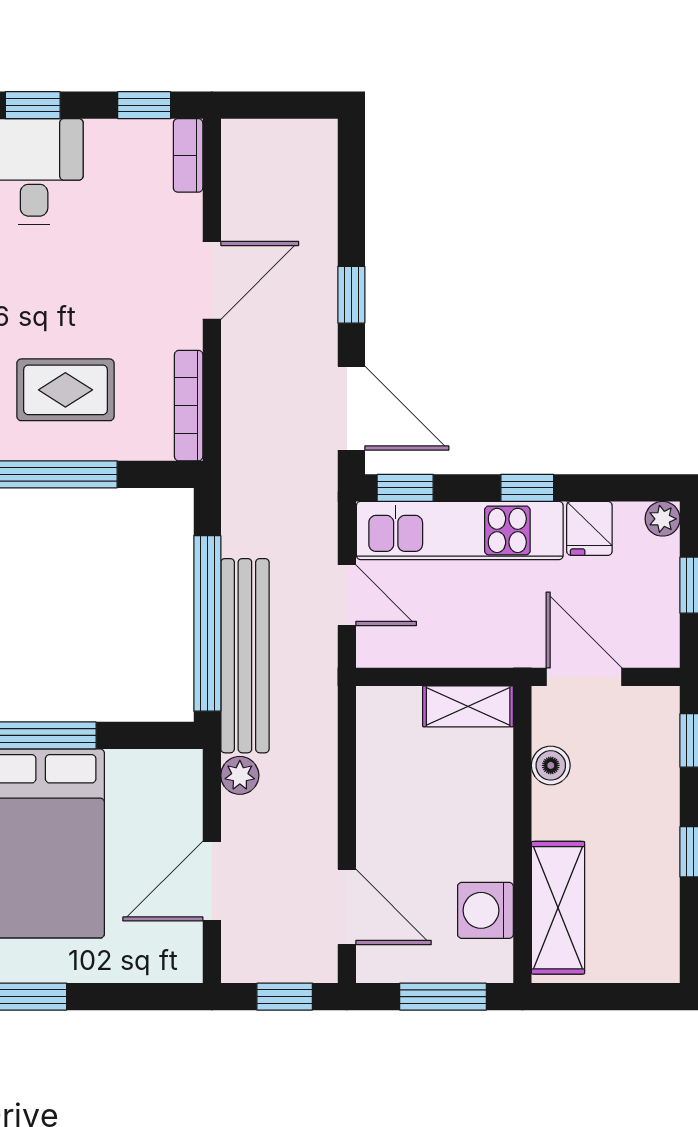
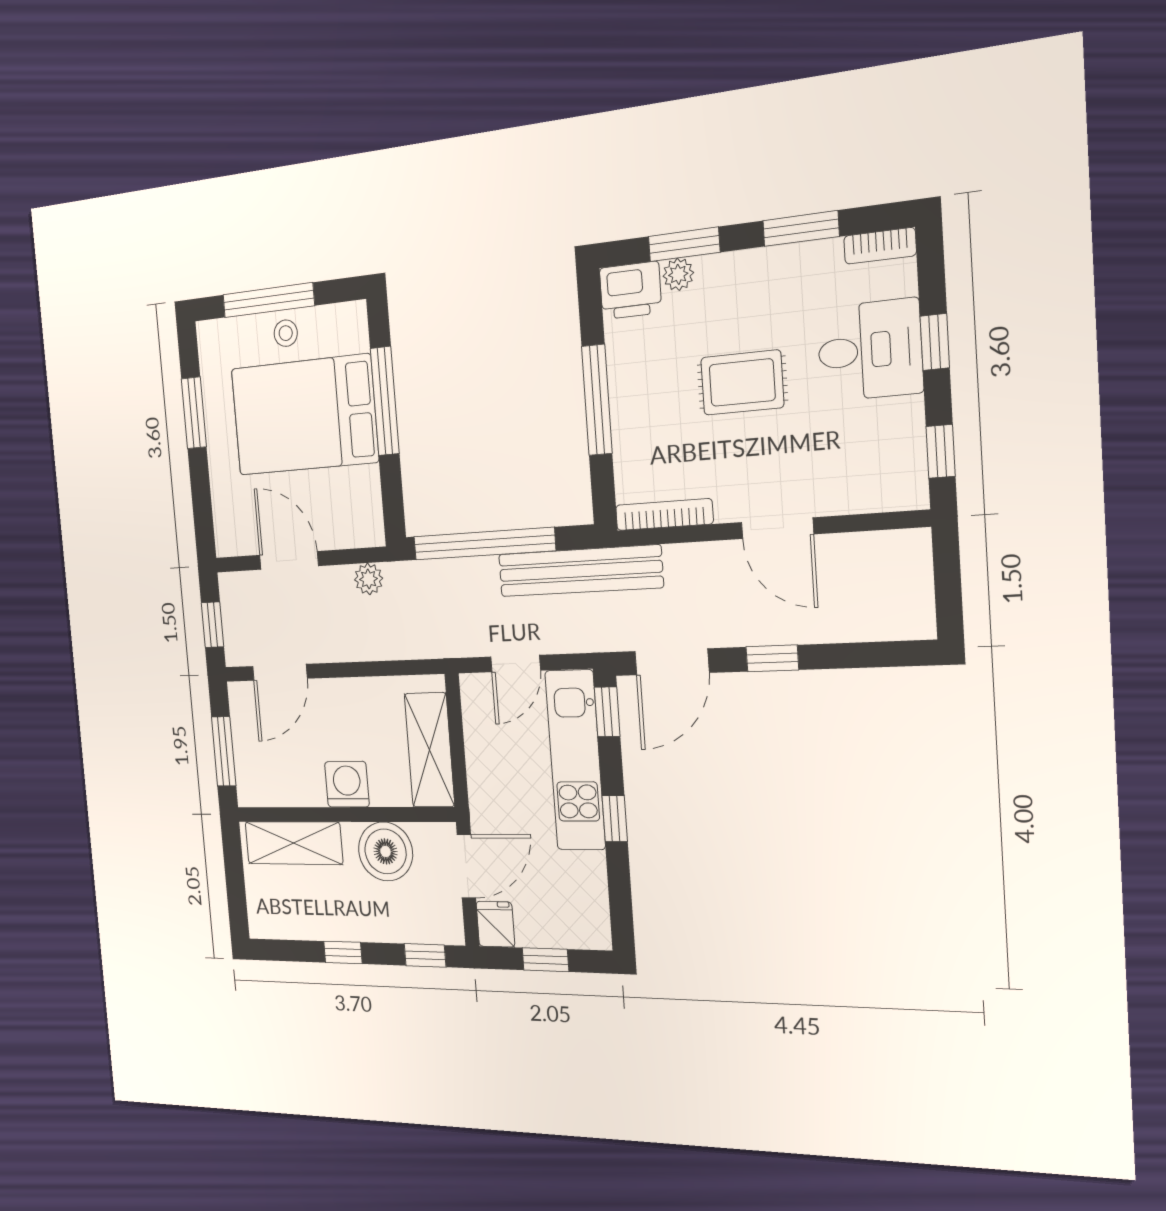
bookcase: (188, 155) -> (894, 498), removed
rug: (65, 390) -> (742, 383), moved, turned 90
plant: (663, 519) -> (597, 935), removed
fridge: (589, 528) -> (495, 924), moved, turned 90
bench: (245, 656) -> (580, 571), moved
shelving: (468, 706) -> (429, 750), width x1.50, depth x1.33
boiler: (551, 765) -> (386, 851), width x1.86, depth x1.86
washing machine: (485, 910) -> (347, 784), moved

